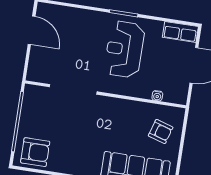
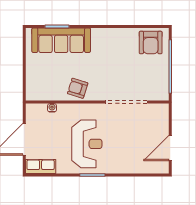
door: (32, 30) -> (170, 148), hinge flipped
armchair: (161, 132) -> (78, 88), moved
armchair: (35, 152) -> (151, 42), turned -90

